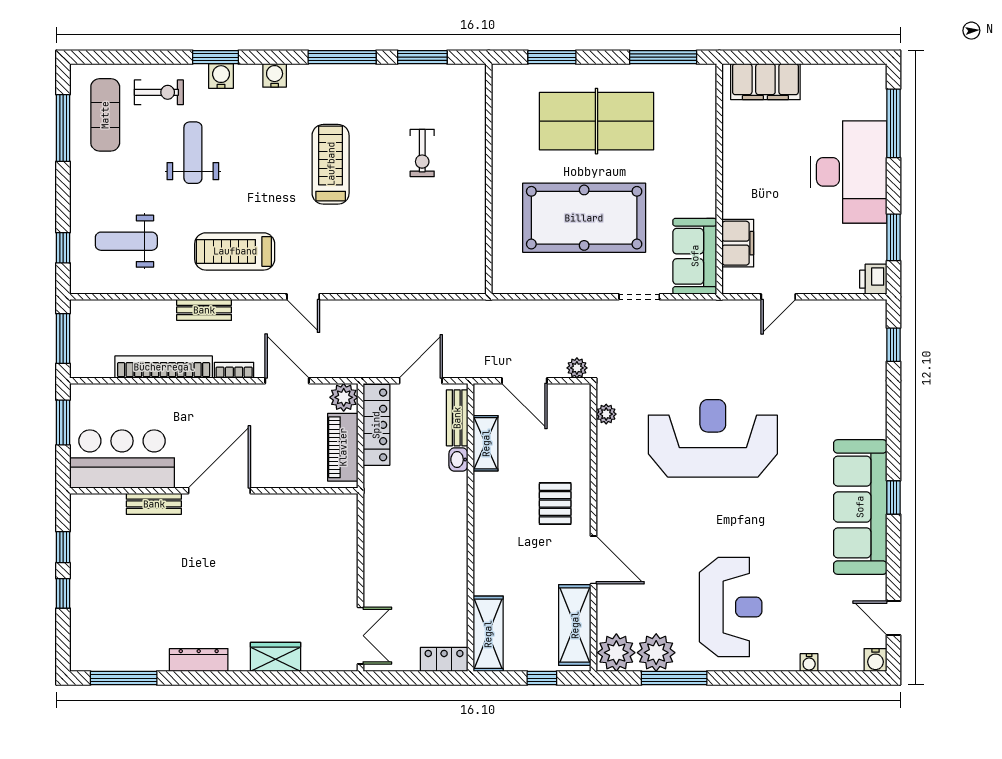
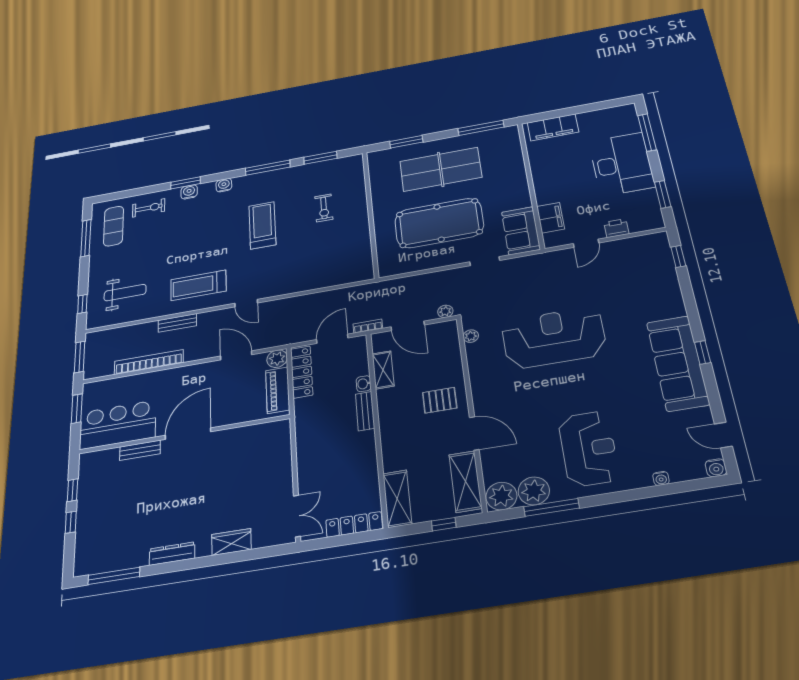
weight bench: (193, 153) -> (170, 236), removed
weight bench: (126, 241) -> (125, 293), turned 180
printer: (873, 279) -> (616, 228), moved, turned 90
bookcase: (234, 370) -> (368, 326), moved
bench: (457, 418) -> (365, 411), moved
pallet: (555, 504) -> (440, 400), turned 90
locker: (444, 659) -> (354, 524), width x1.53

